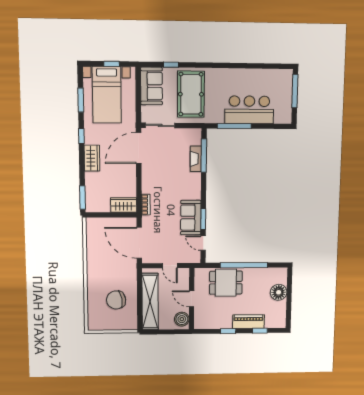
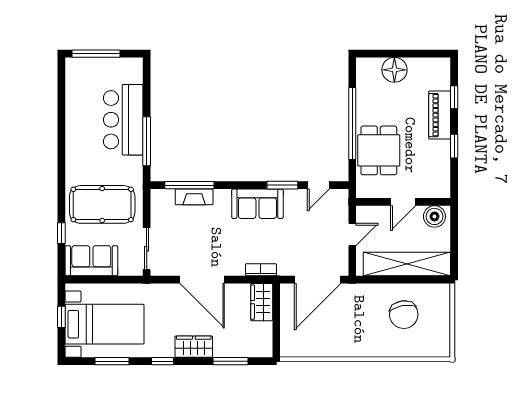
door: (139, 148) -> (202, 280), moved
window: (83, 198) -> (231, 361), moved
sofa: (191, 218) -> (257, 204), moved

